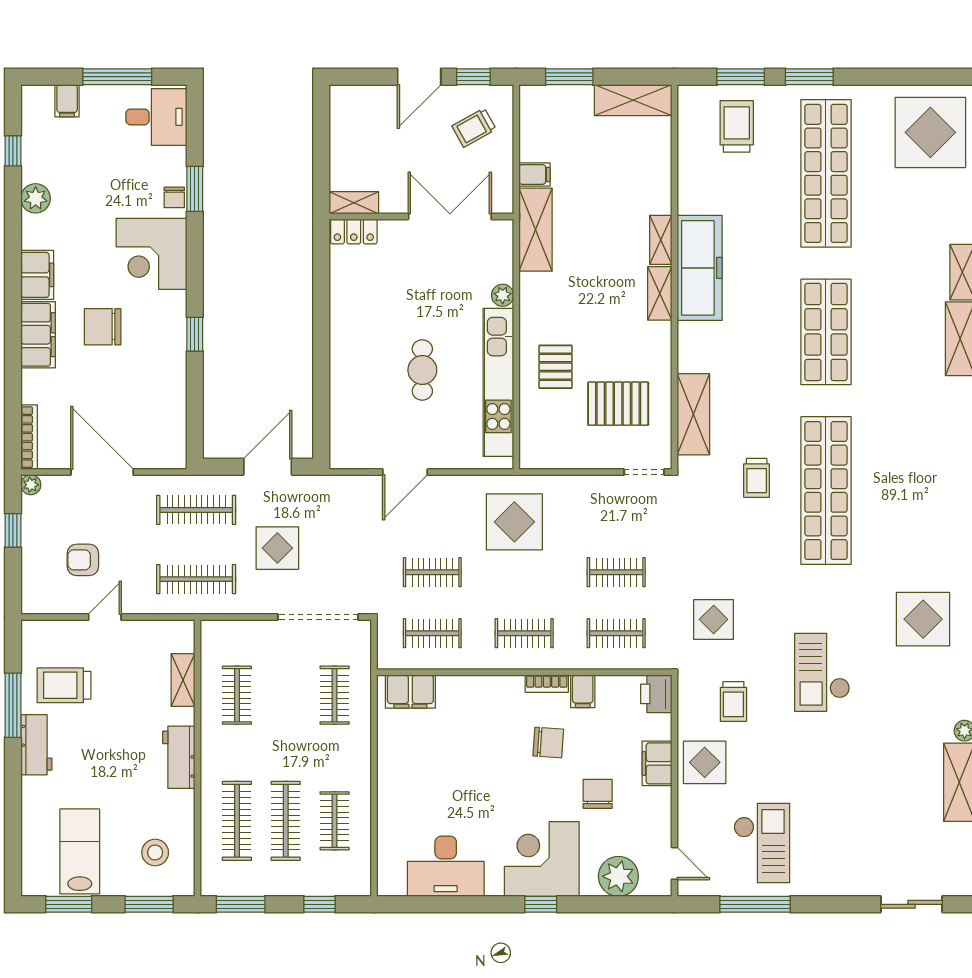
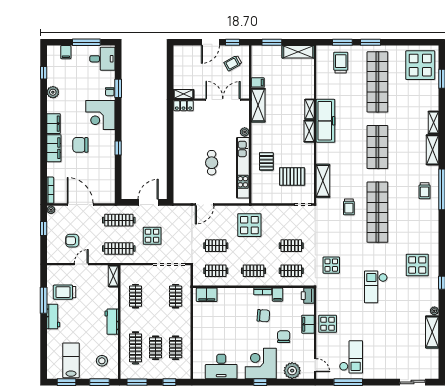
shelving: (183, 680) -> (113, 276), moved
trolley: (733, 702) -> (425, 191), moved
clothes rail: (286, 821) -> (156, 348), width x0.73

